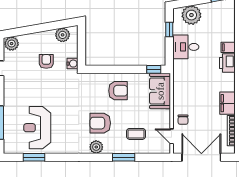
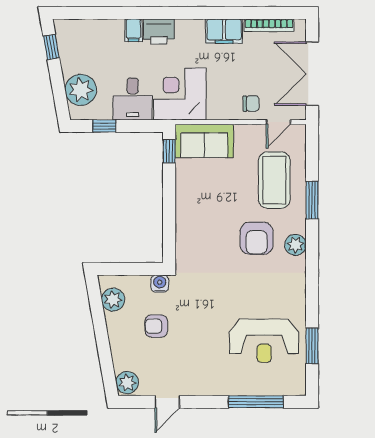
corner desk: (189, 76) -> (180, 94), added
armchair: (118, 91) -> (204, 209), removed
coffee table: (136, 134) -> (274, 180), width x1.86, depth x1.72

